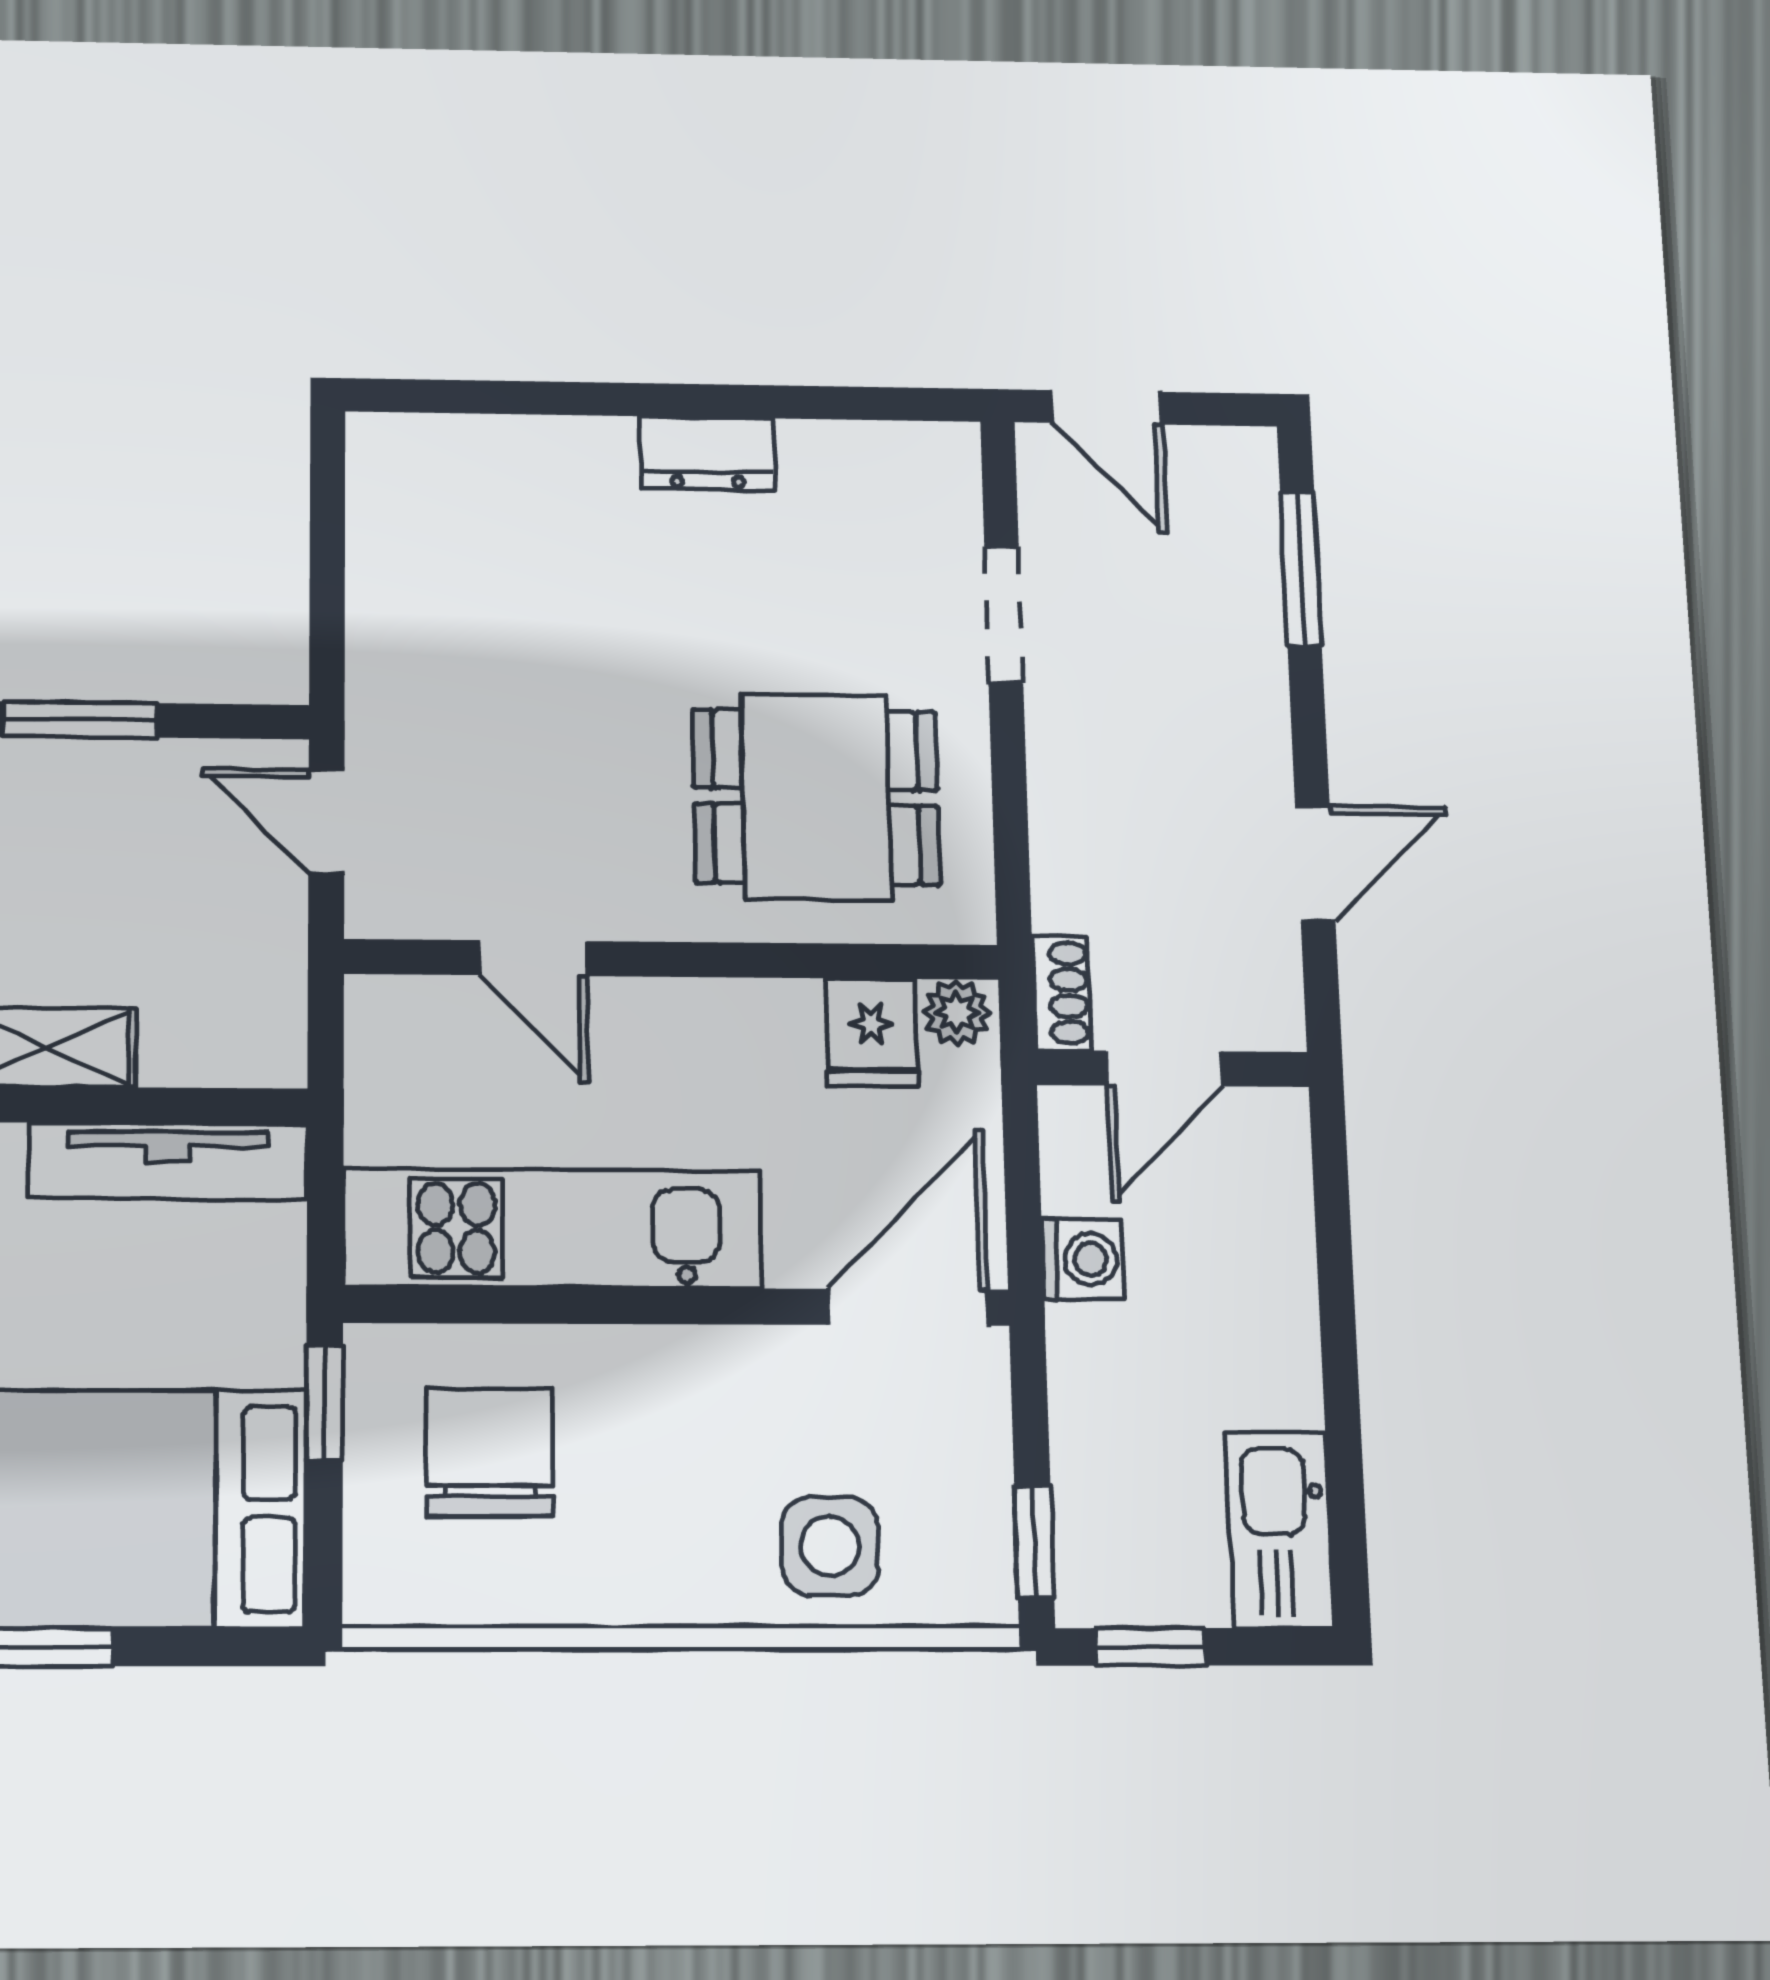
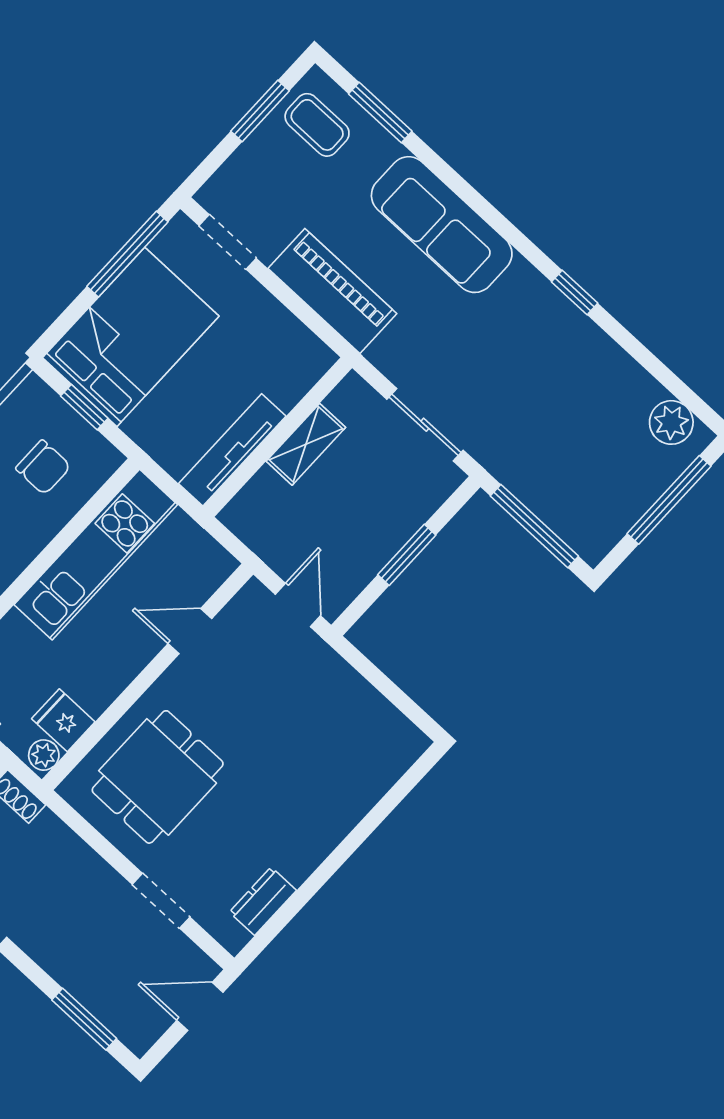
dresser: (707, 453) -> (263, 901), moved
door: (326, 822) -> (298, 605), hinge flipped
window: (325, 1403) -> (84, 407), moved
chair: (490, 1452) -> (43, 467), width x0.73, depth x0.73

